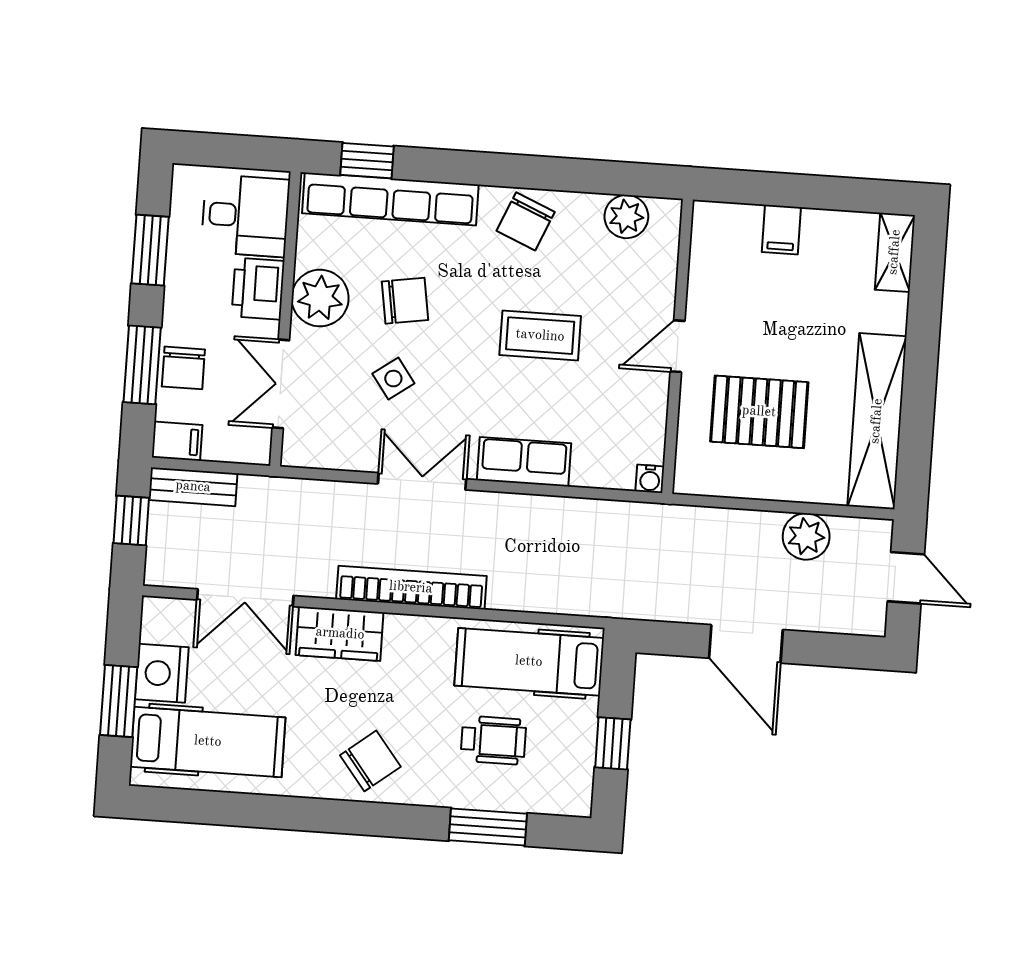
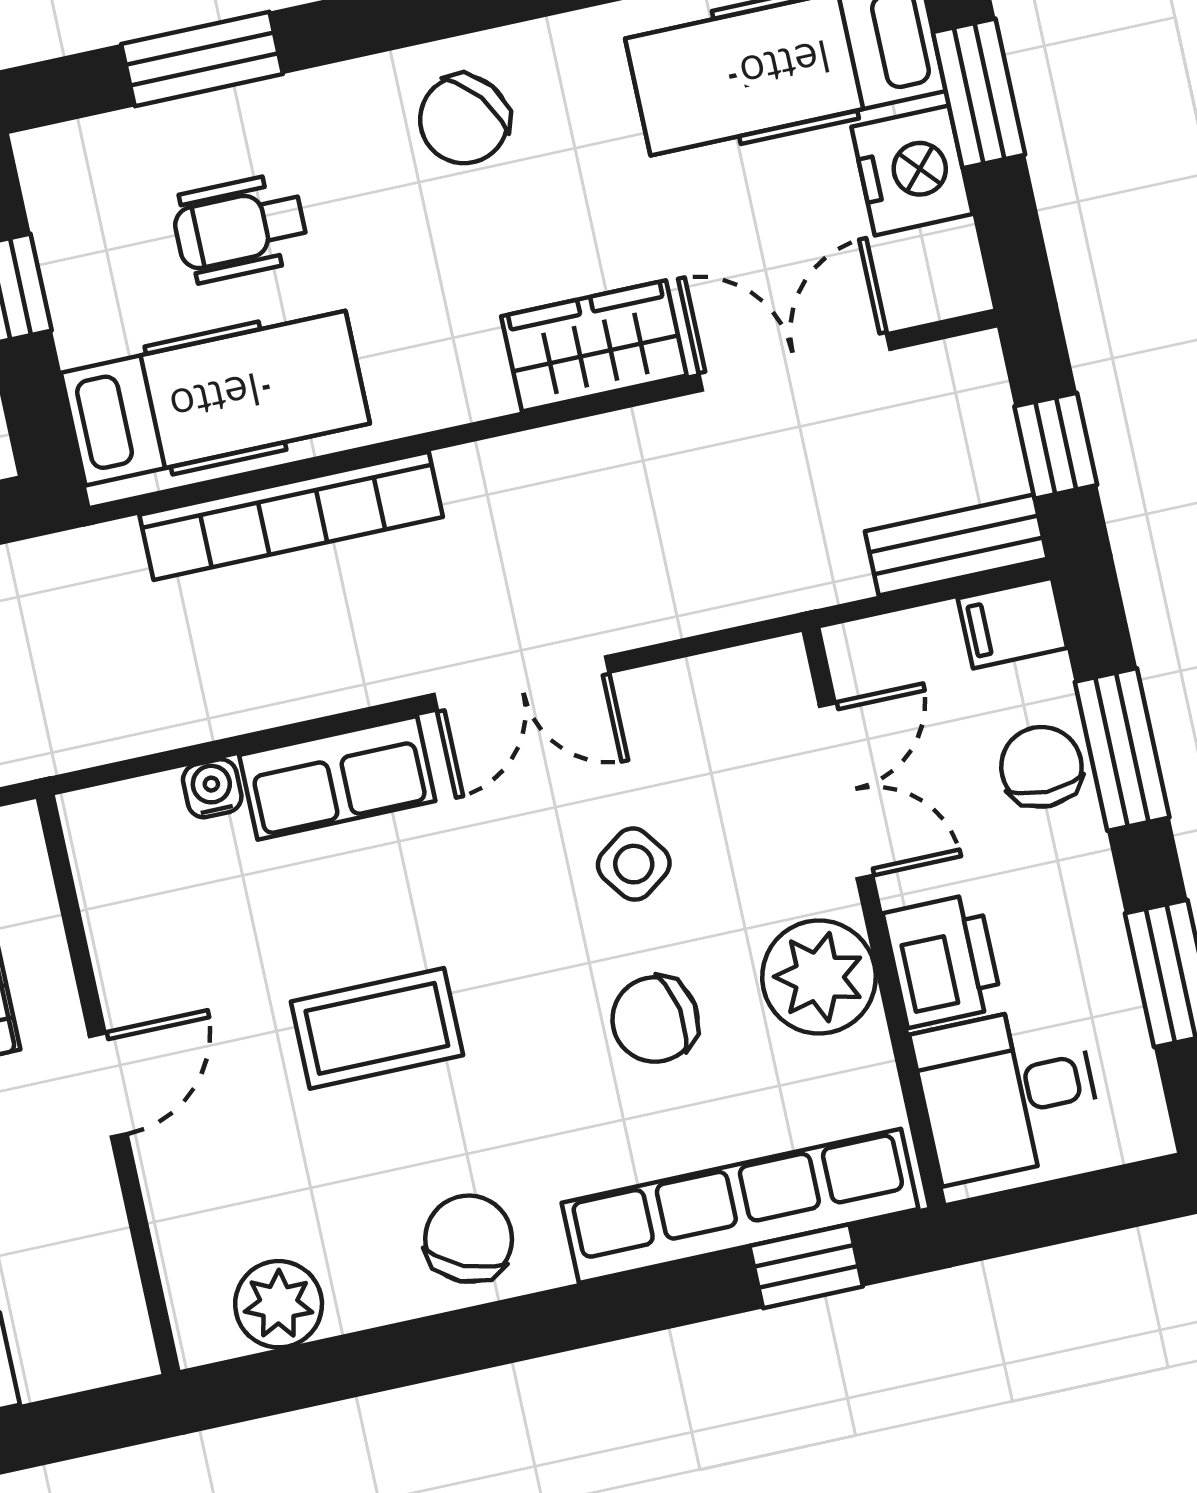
water cooler: (650, 479) -> (212, 788), moved
bookcase: (411, 588) -> (291, 516), moved

